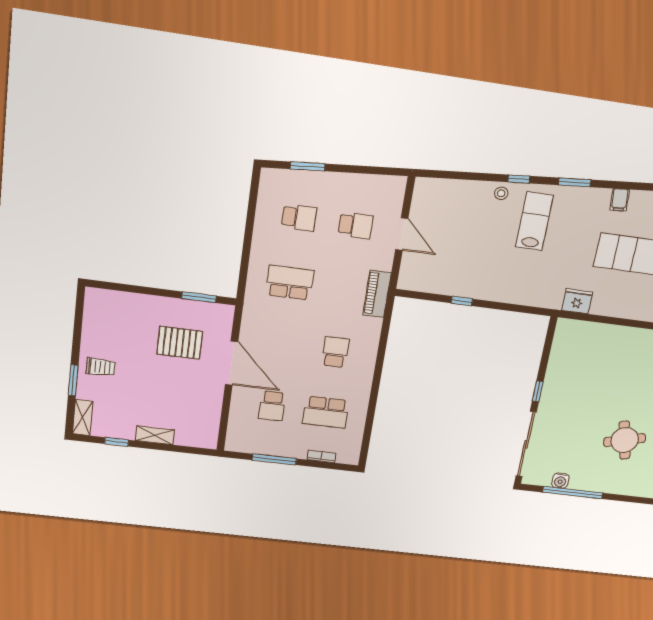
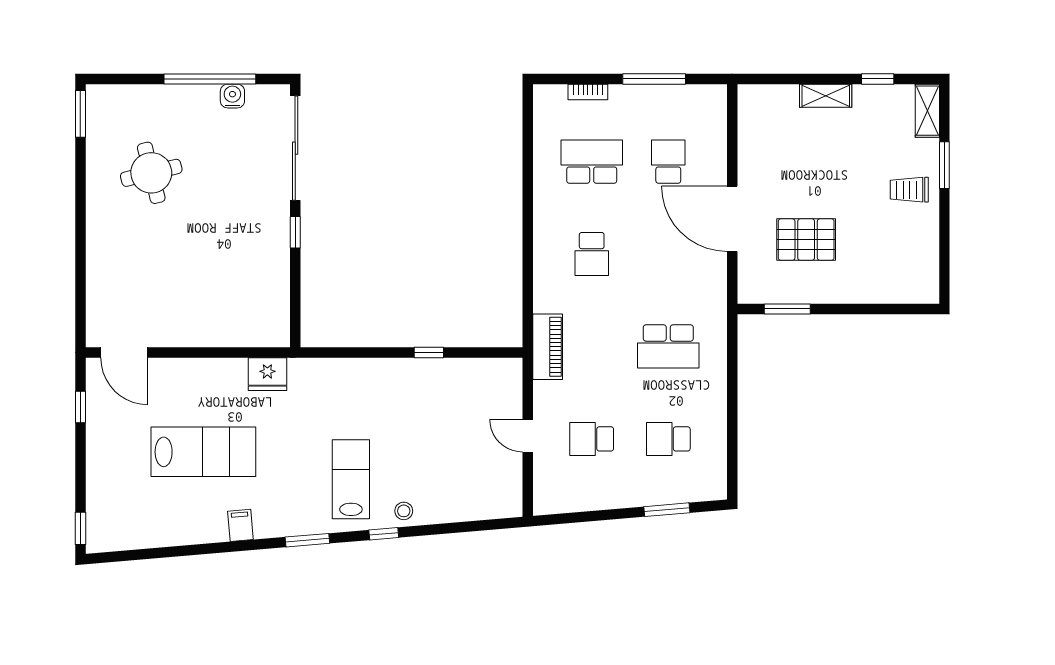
lab bench: (534, 221) -> (351, 479), turned 180
door: (402, 234) -> (528, 436), width x0.73

